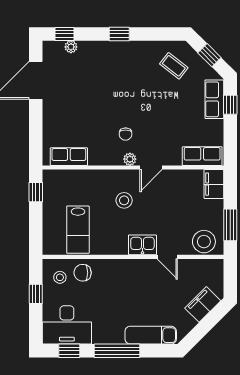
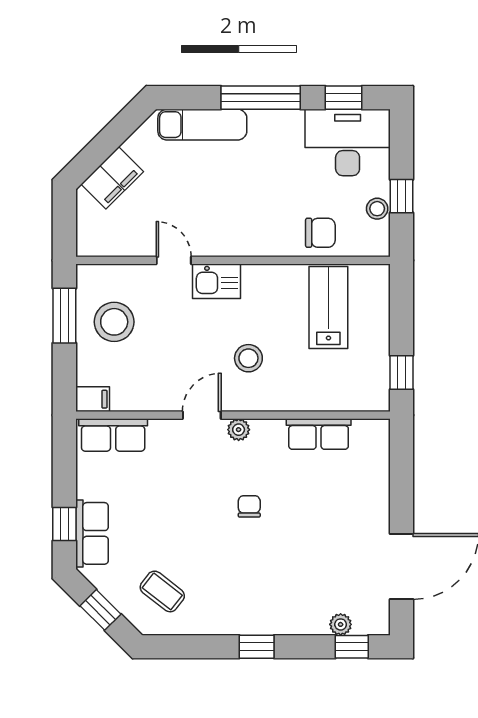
chair: (126, 134) -> (249, 506), moved
row of seats: (69, 157) -> (319, 434), moved
filing cabinet: (214, 184) -> (93, 399), width x0.50
stool: (204, 242) -> (114, 322), moved
stool: (60, 277) -> (377, 209), moved

